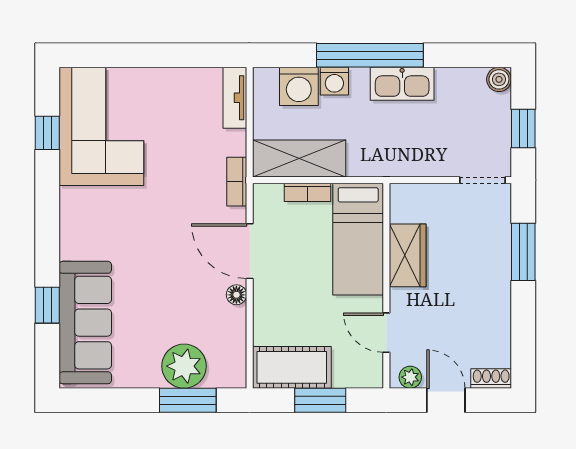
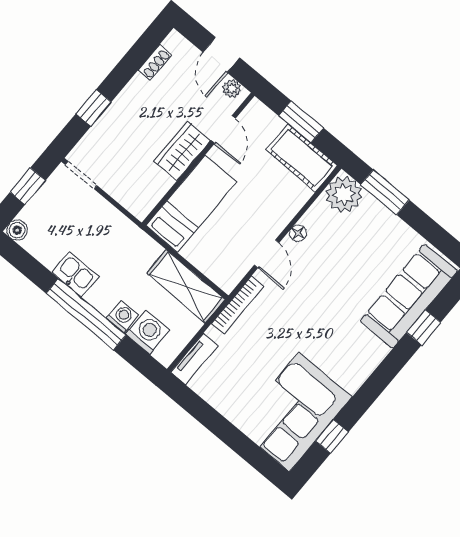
kitchen sink: (402, 84) -> (75, 274), width x0.73
bookcase: (237, 182) -> (238, 305), width x1.56
bookcase: (307, 192) -> (199, 260), removed
door: (250, 251) -> (267, 254), width x0.73
window: (523, 252) -> (93, 108), width x0.67
wardrobe: (408, 255) -> (182, 151), moved
plant: (184, 366) -> (344, 194), moved
shoe rack: (491, 379) -> (155, 63), moved, turned -90

